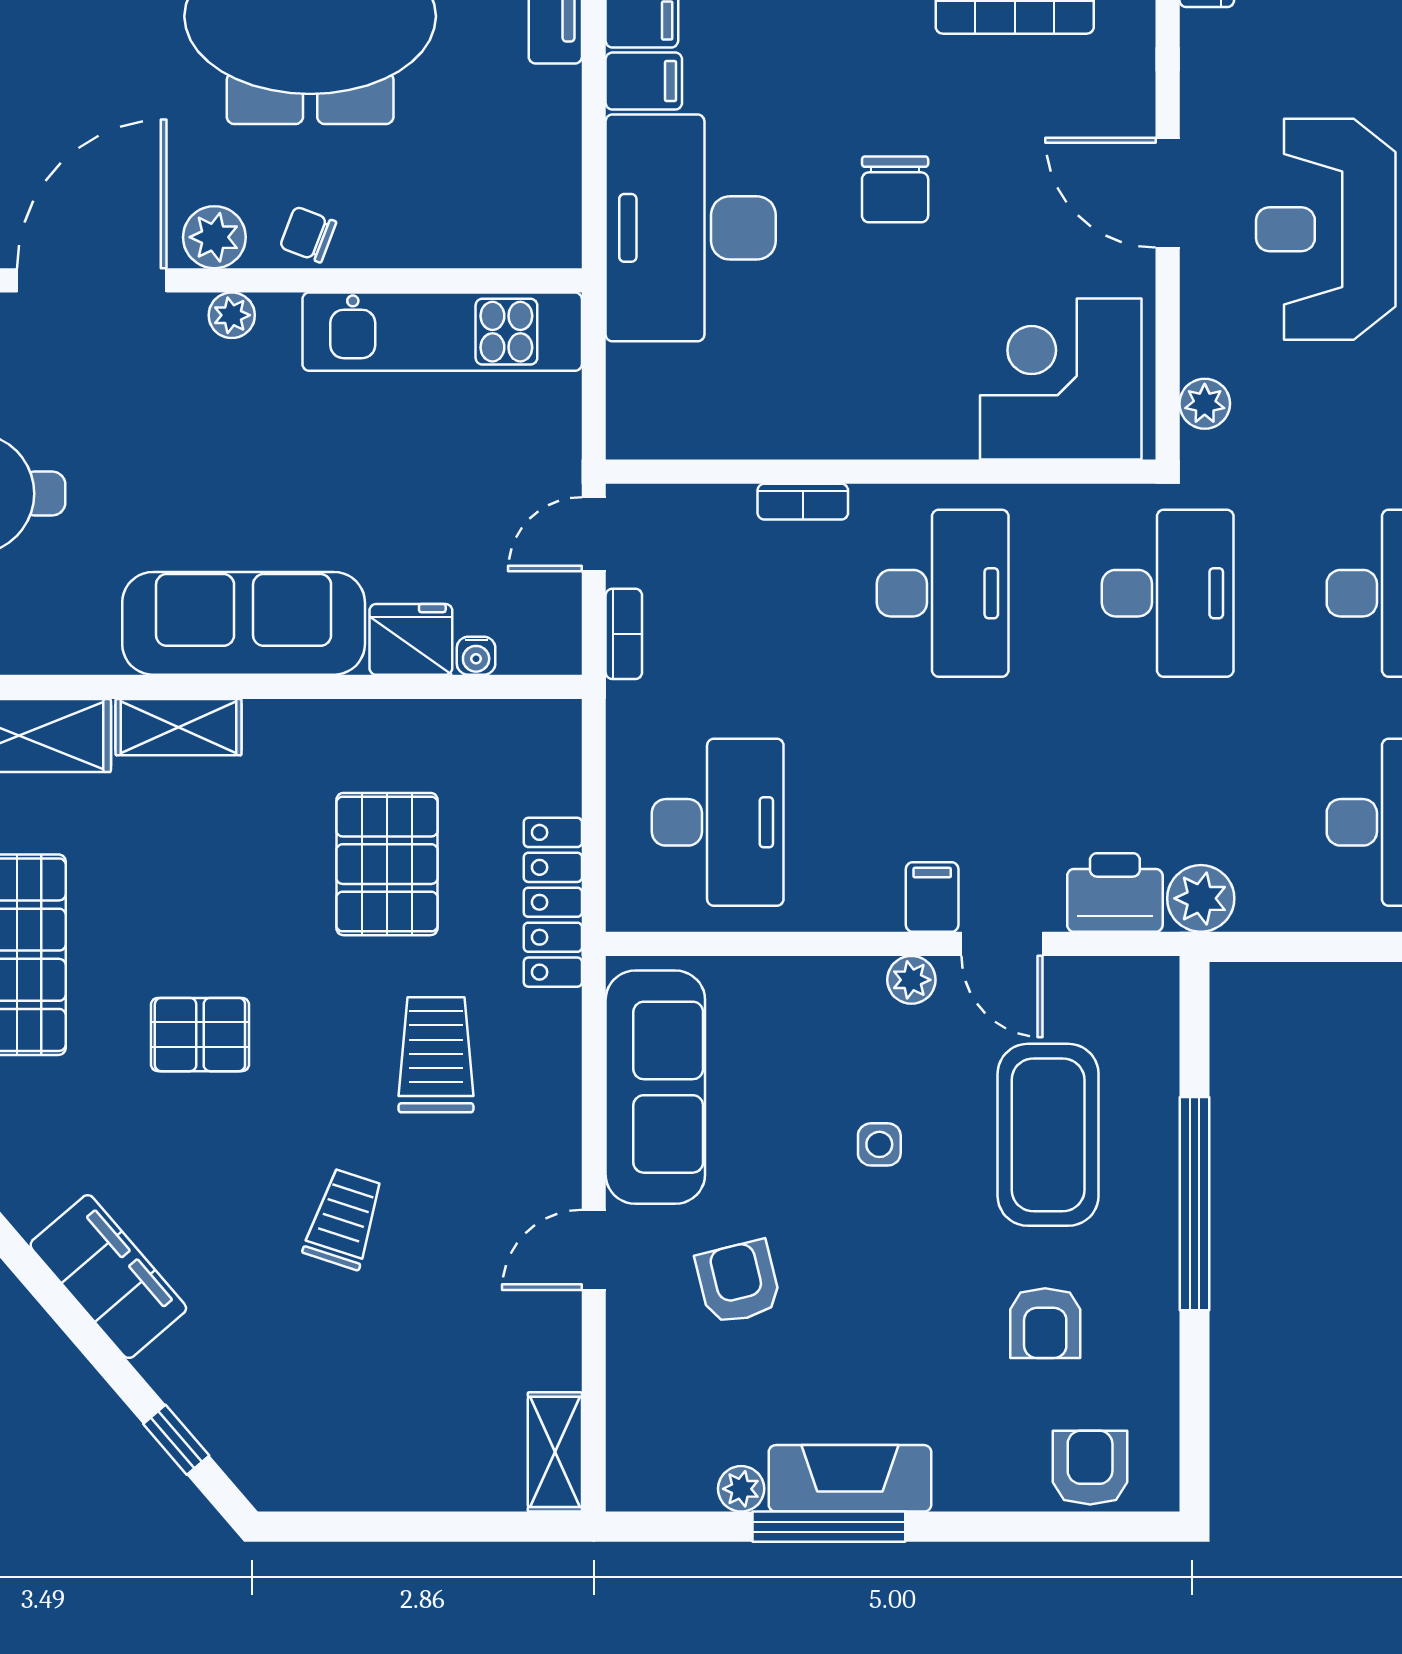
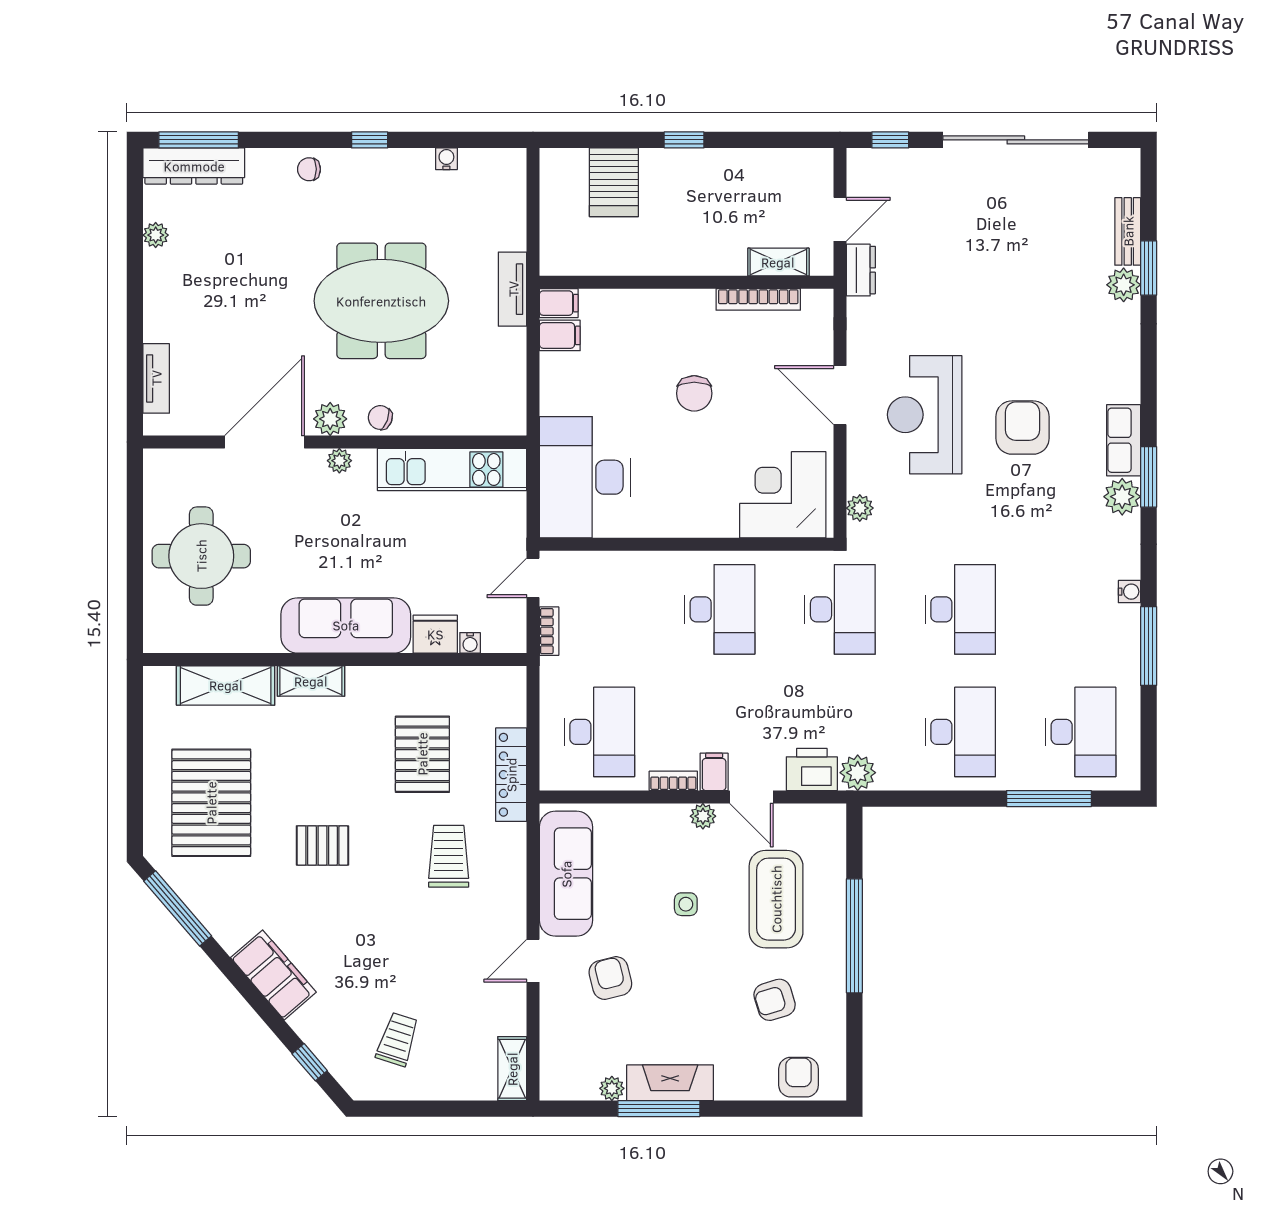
desk: (691, 228) -> (585, 477), moved
bookcase: (803, 502) -> (673, 781), moved, turned 180
trolley: (344, 1219) -> (397, 1039), moved
armchair: (1045, 1323) -> (775, 1000), turned 73

